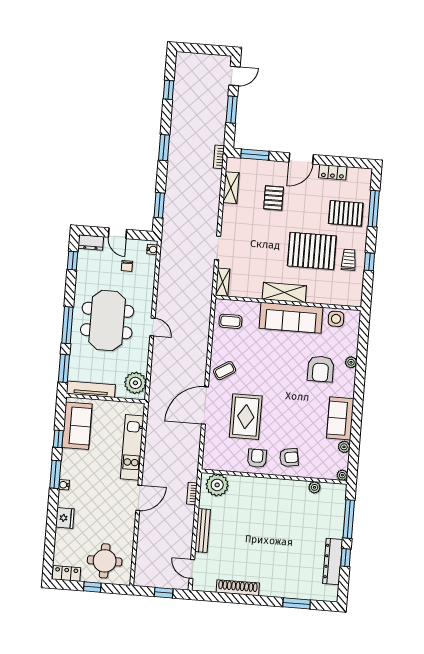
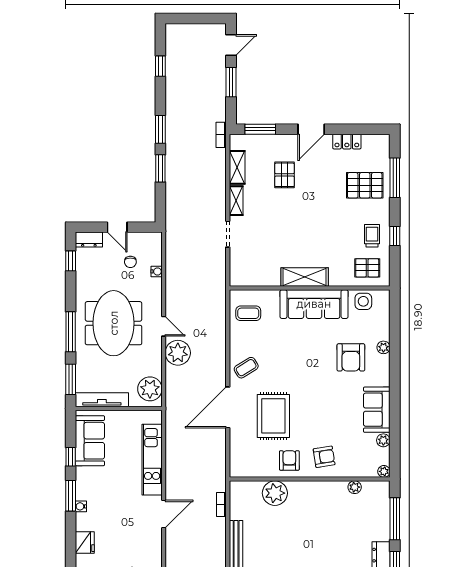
window: (159, 205) -> (160, 168), moved
water cooler: (152, 249) -> (157, 271), moved
pallet: (312, 251) -> (367, 268), moved, width x0.49, depth x0.50
shelving: (223, 282) -> (236, 201), moved
plant: (163, 352) -> (178, 353), added
plant: (217, 485) -> (275, 493), moved

